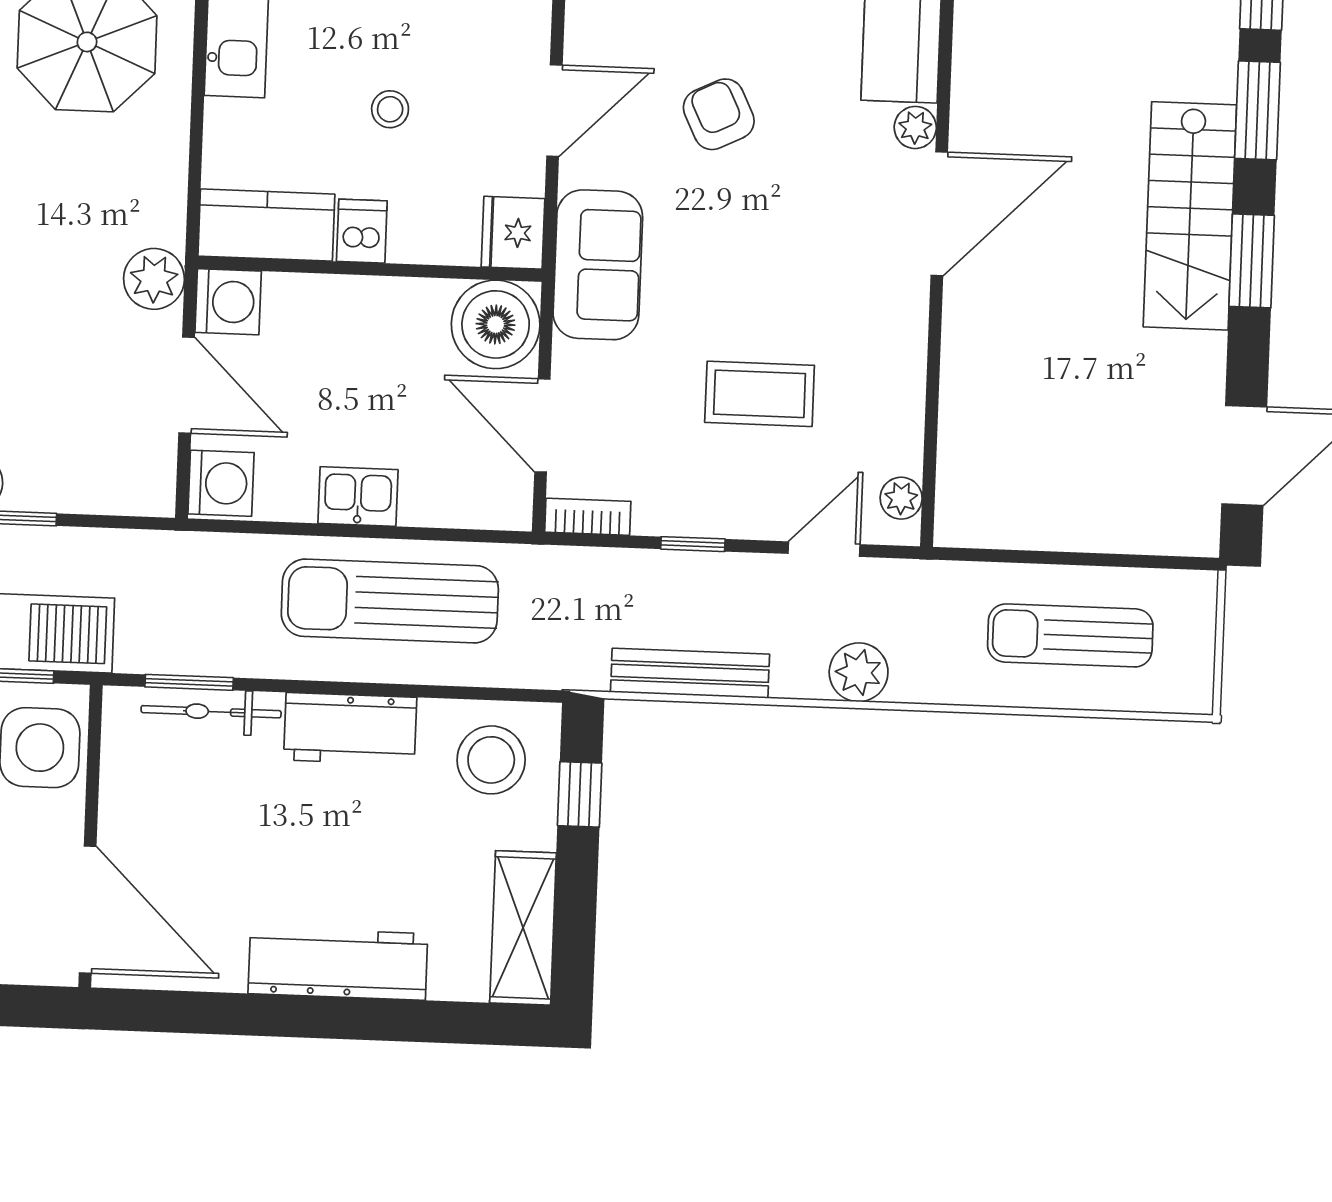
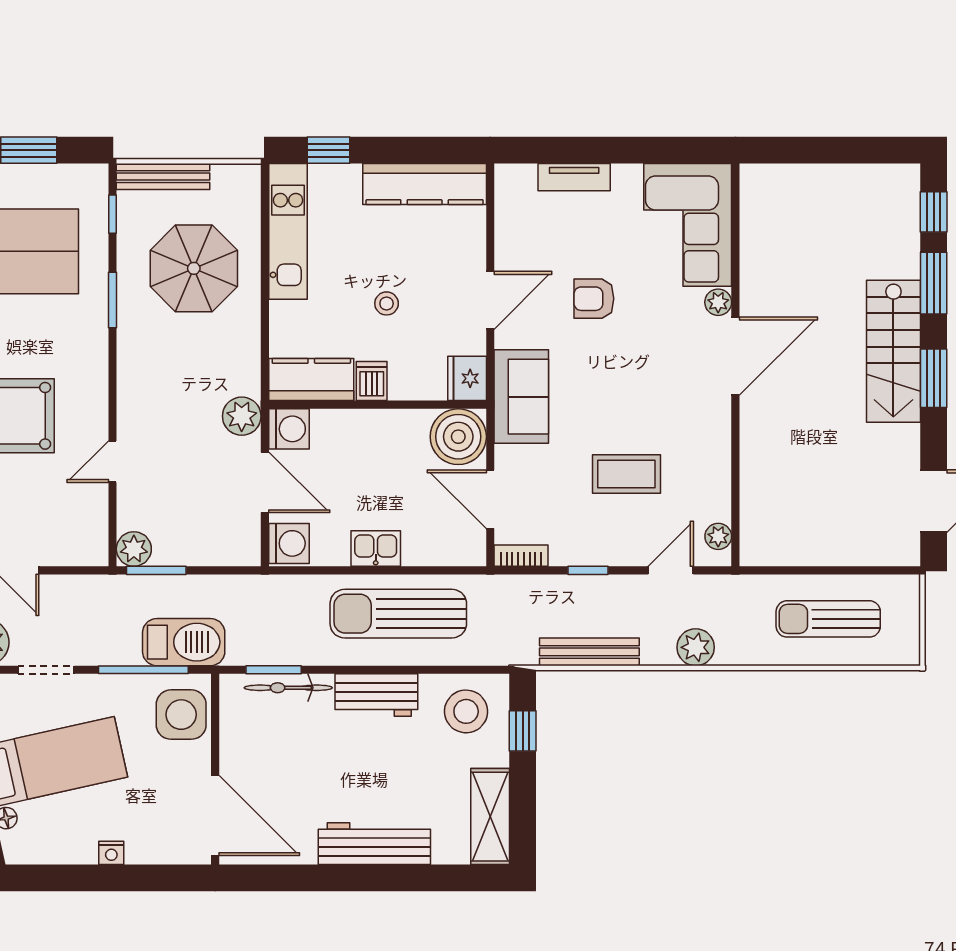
armchair: (719, 114) -> (594, 299), turned -64

